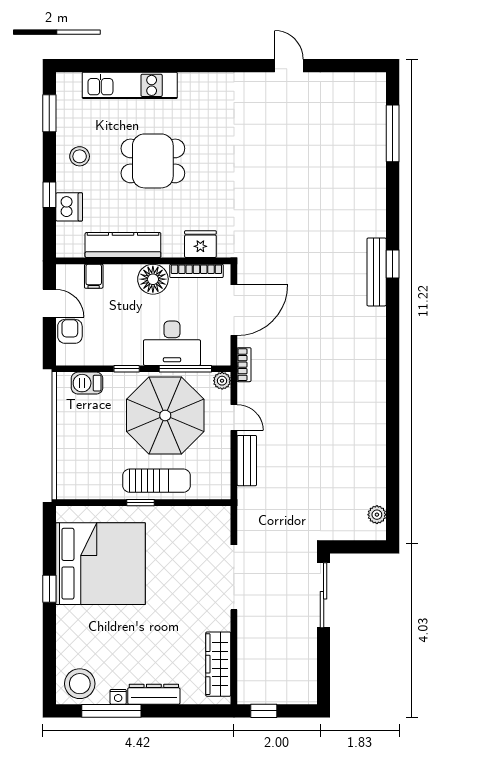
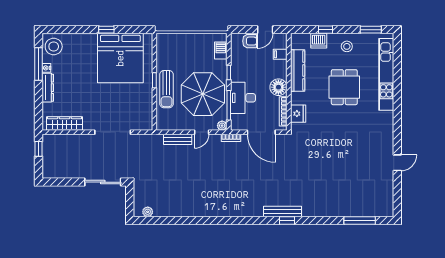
kitchen unit: (130, 85) -> (386, 74), width x1.36

